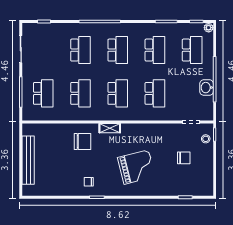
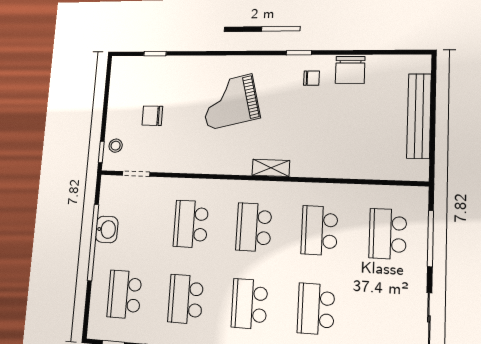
plant: (209, 28) -> (95, 331), removed
chair: (83, 141) -> (350, 70), moved, turned -90

